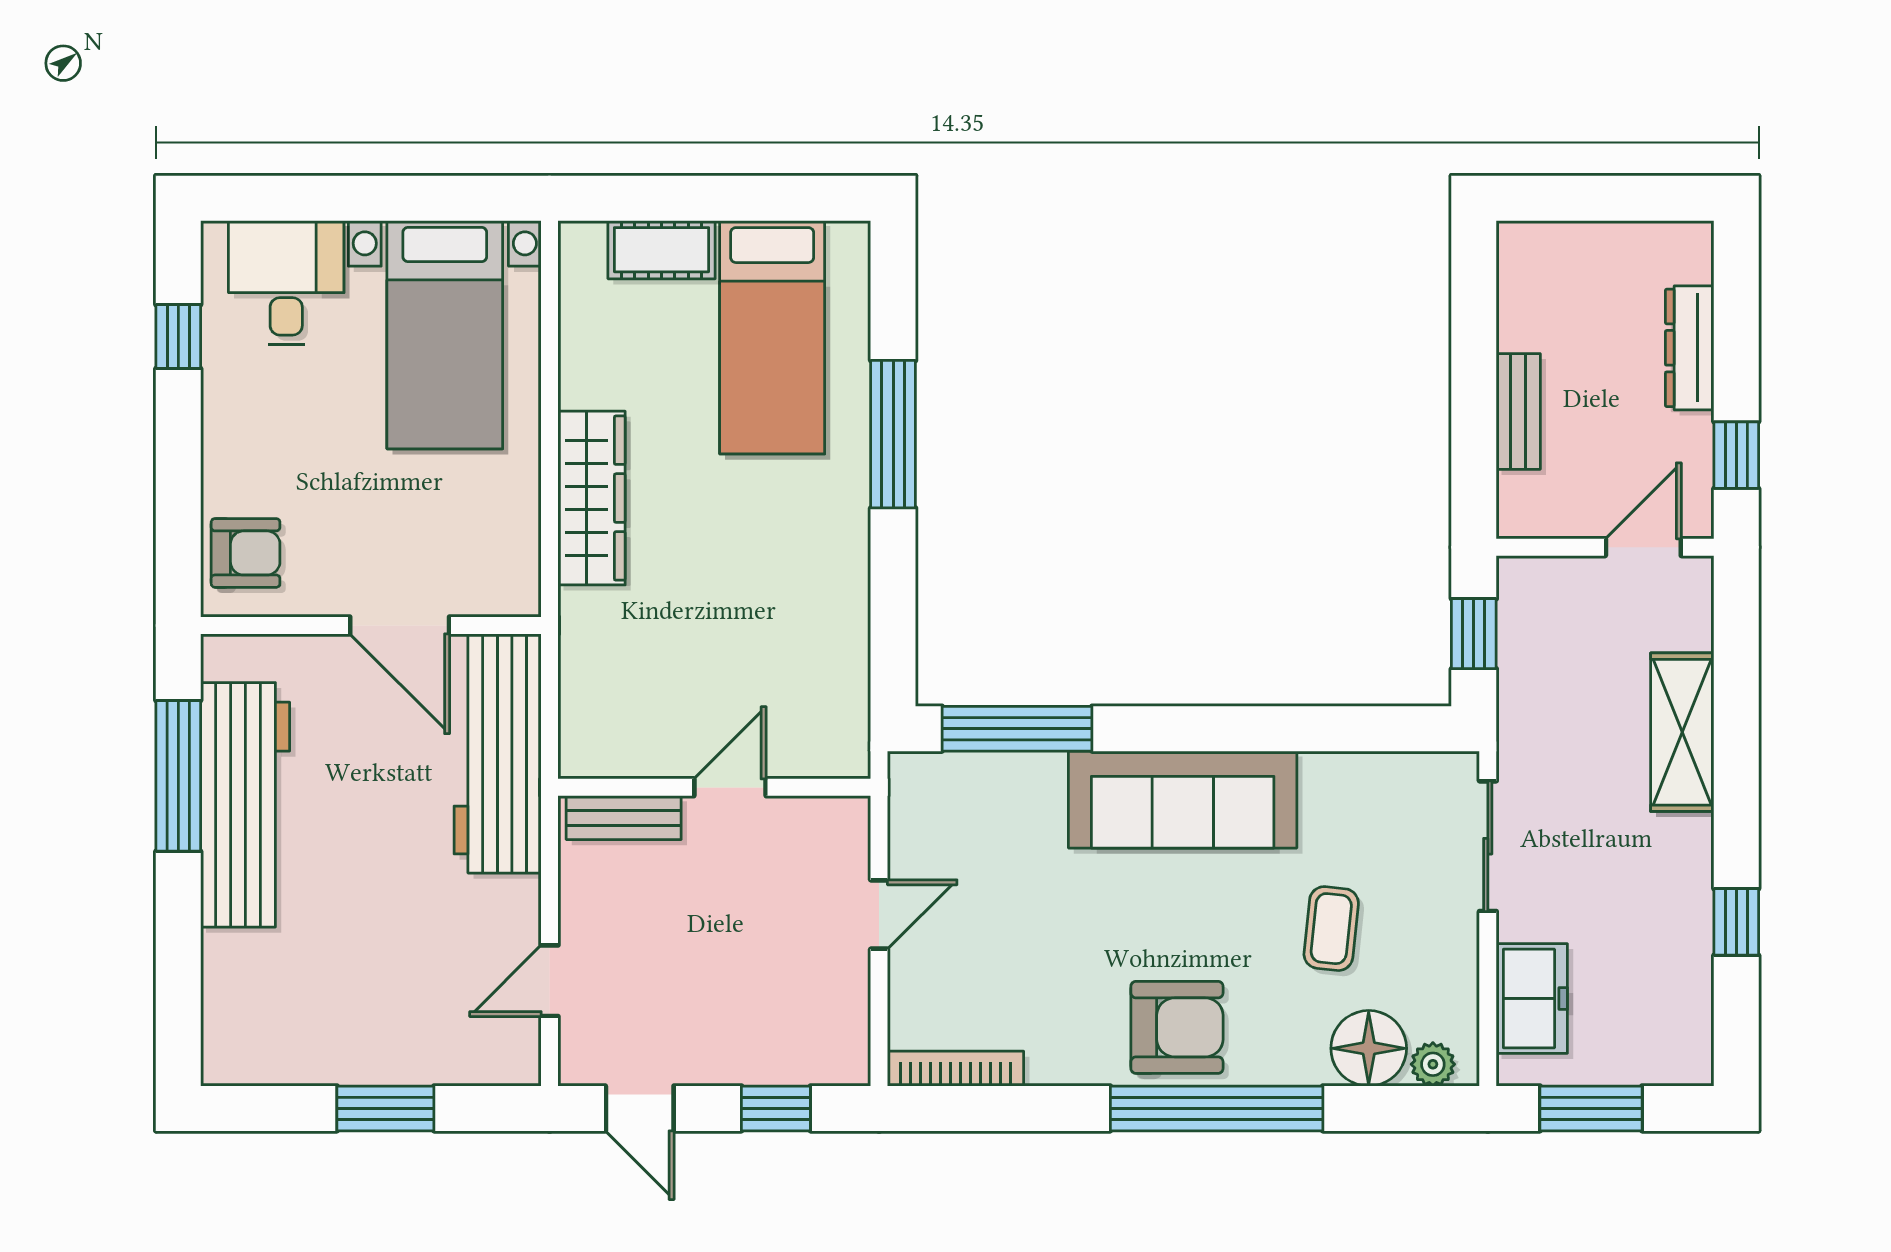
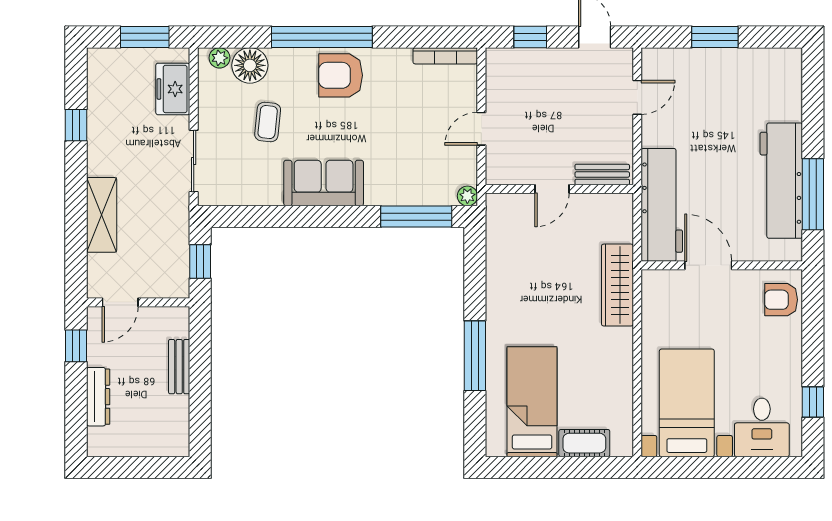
wardrobe: (592, 498) -> (617, 285), moved
plant: (909, 772) -> (467, 196), added
sofa: (1183, 800) -> (324, 183), width x0.73

